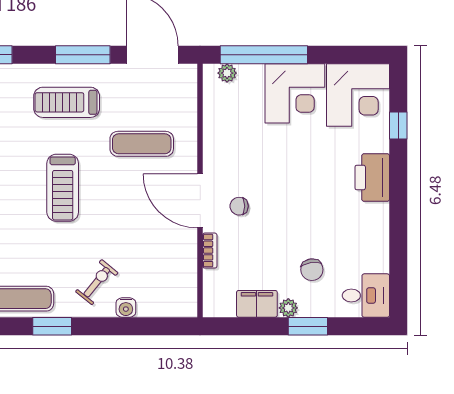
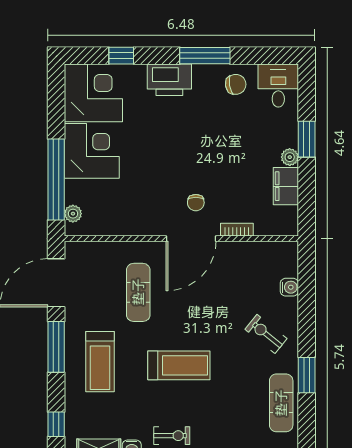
window: (398, 216) -> (205, 56), added
chair: (312, 270) -> (236, 84), moved
water cooler: (126, 308) -> (289, 287), moved

